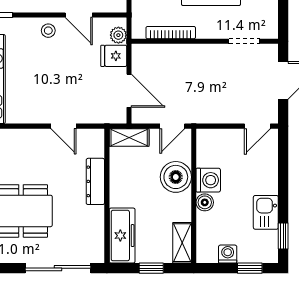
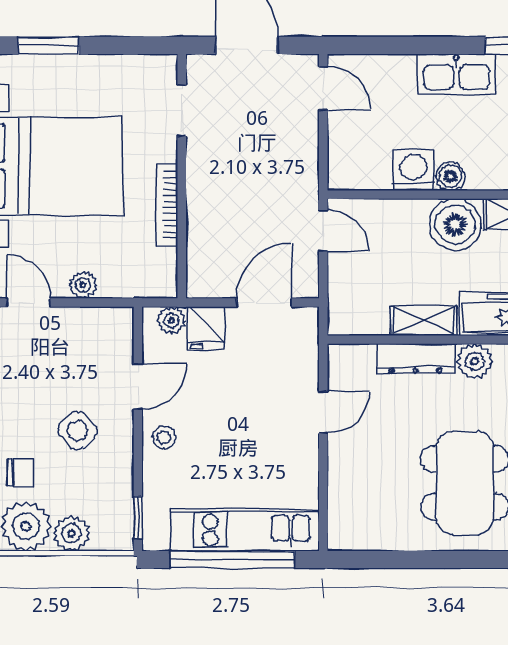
bookcase: (171, 33) -> (167, 205), moved
shelving: (129, 137) -> (424, 321), moved, turned 90
boiler: (176, 177) -> (455, 225), moved
kitchen sink: (266, 212) -> (456, 74), width x1.38
plant: (94, 217) -> (475, 361), added

